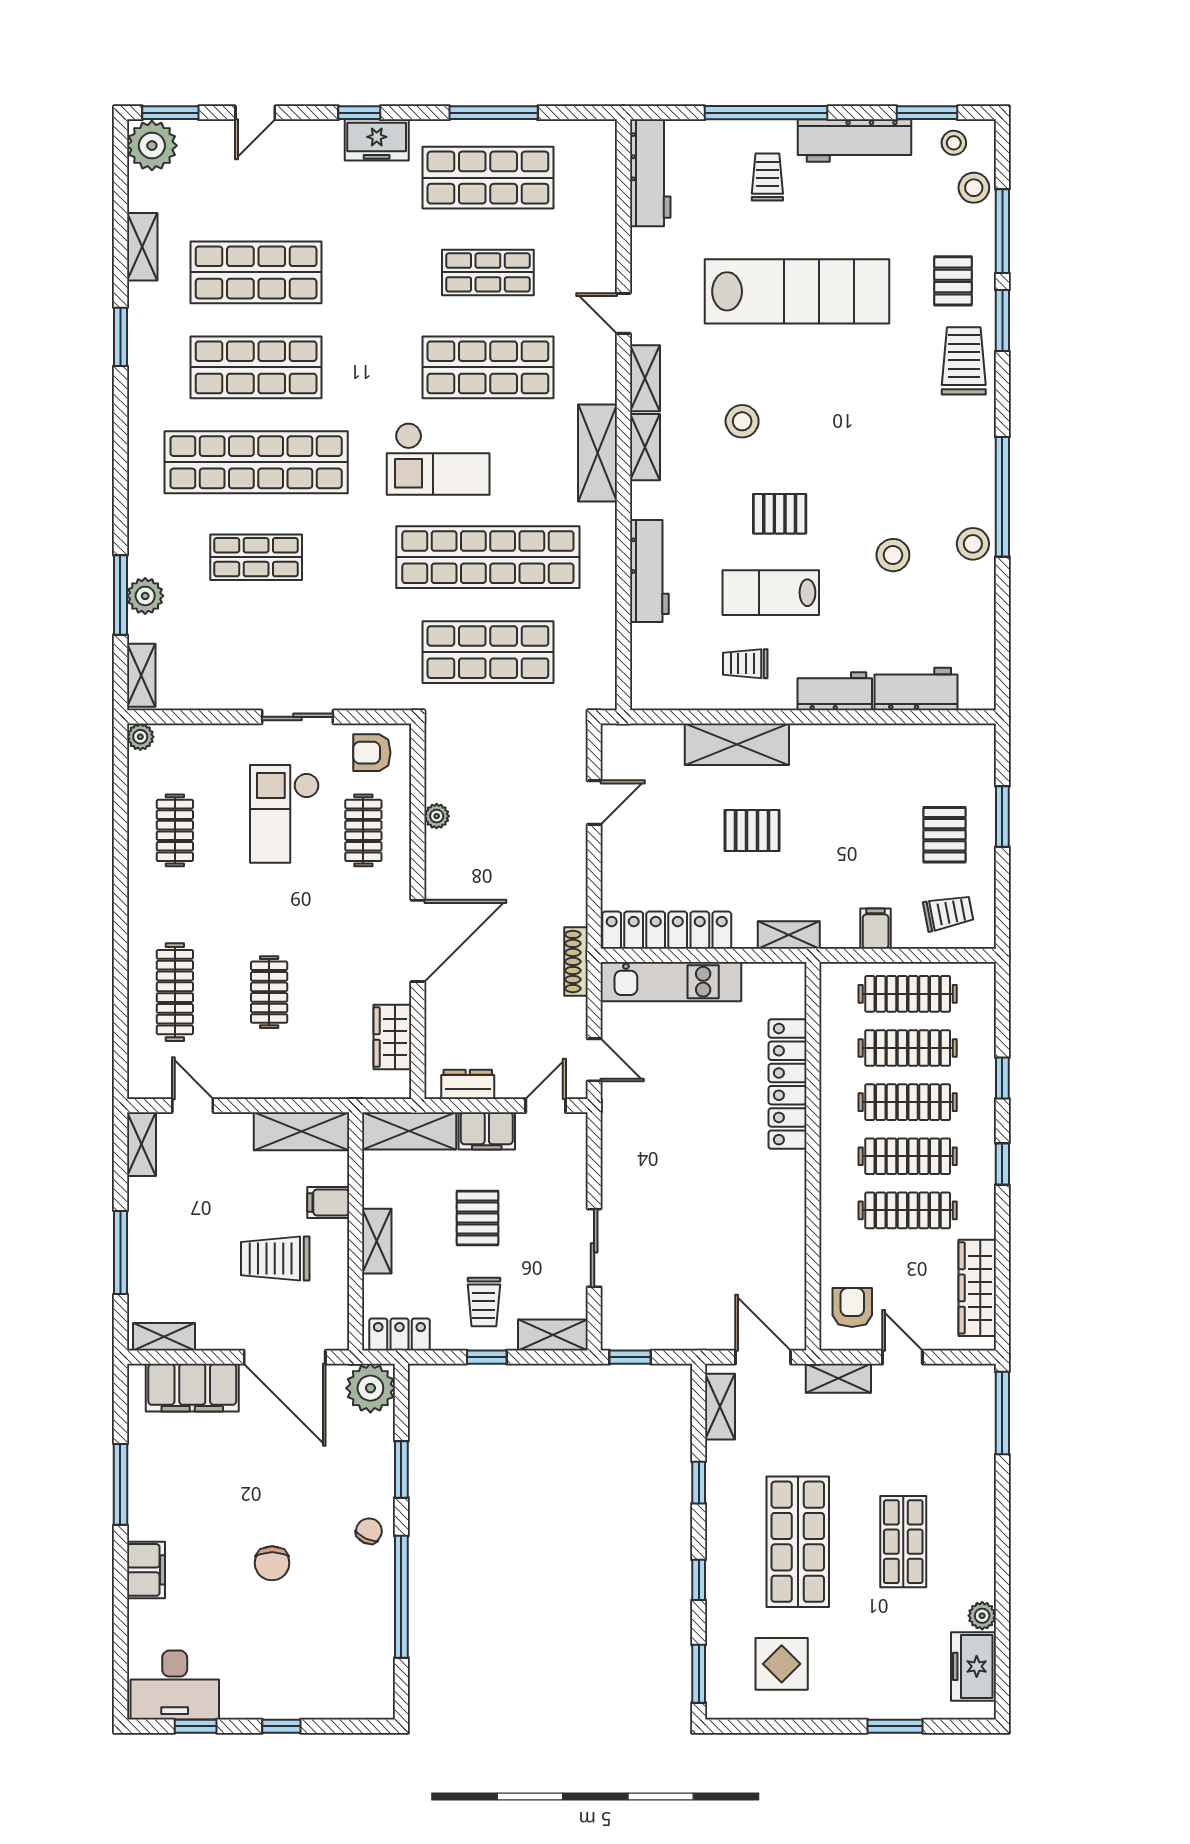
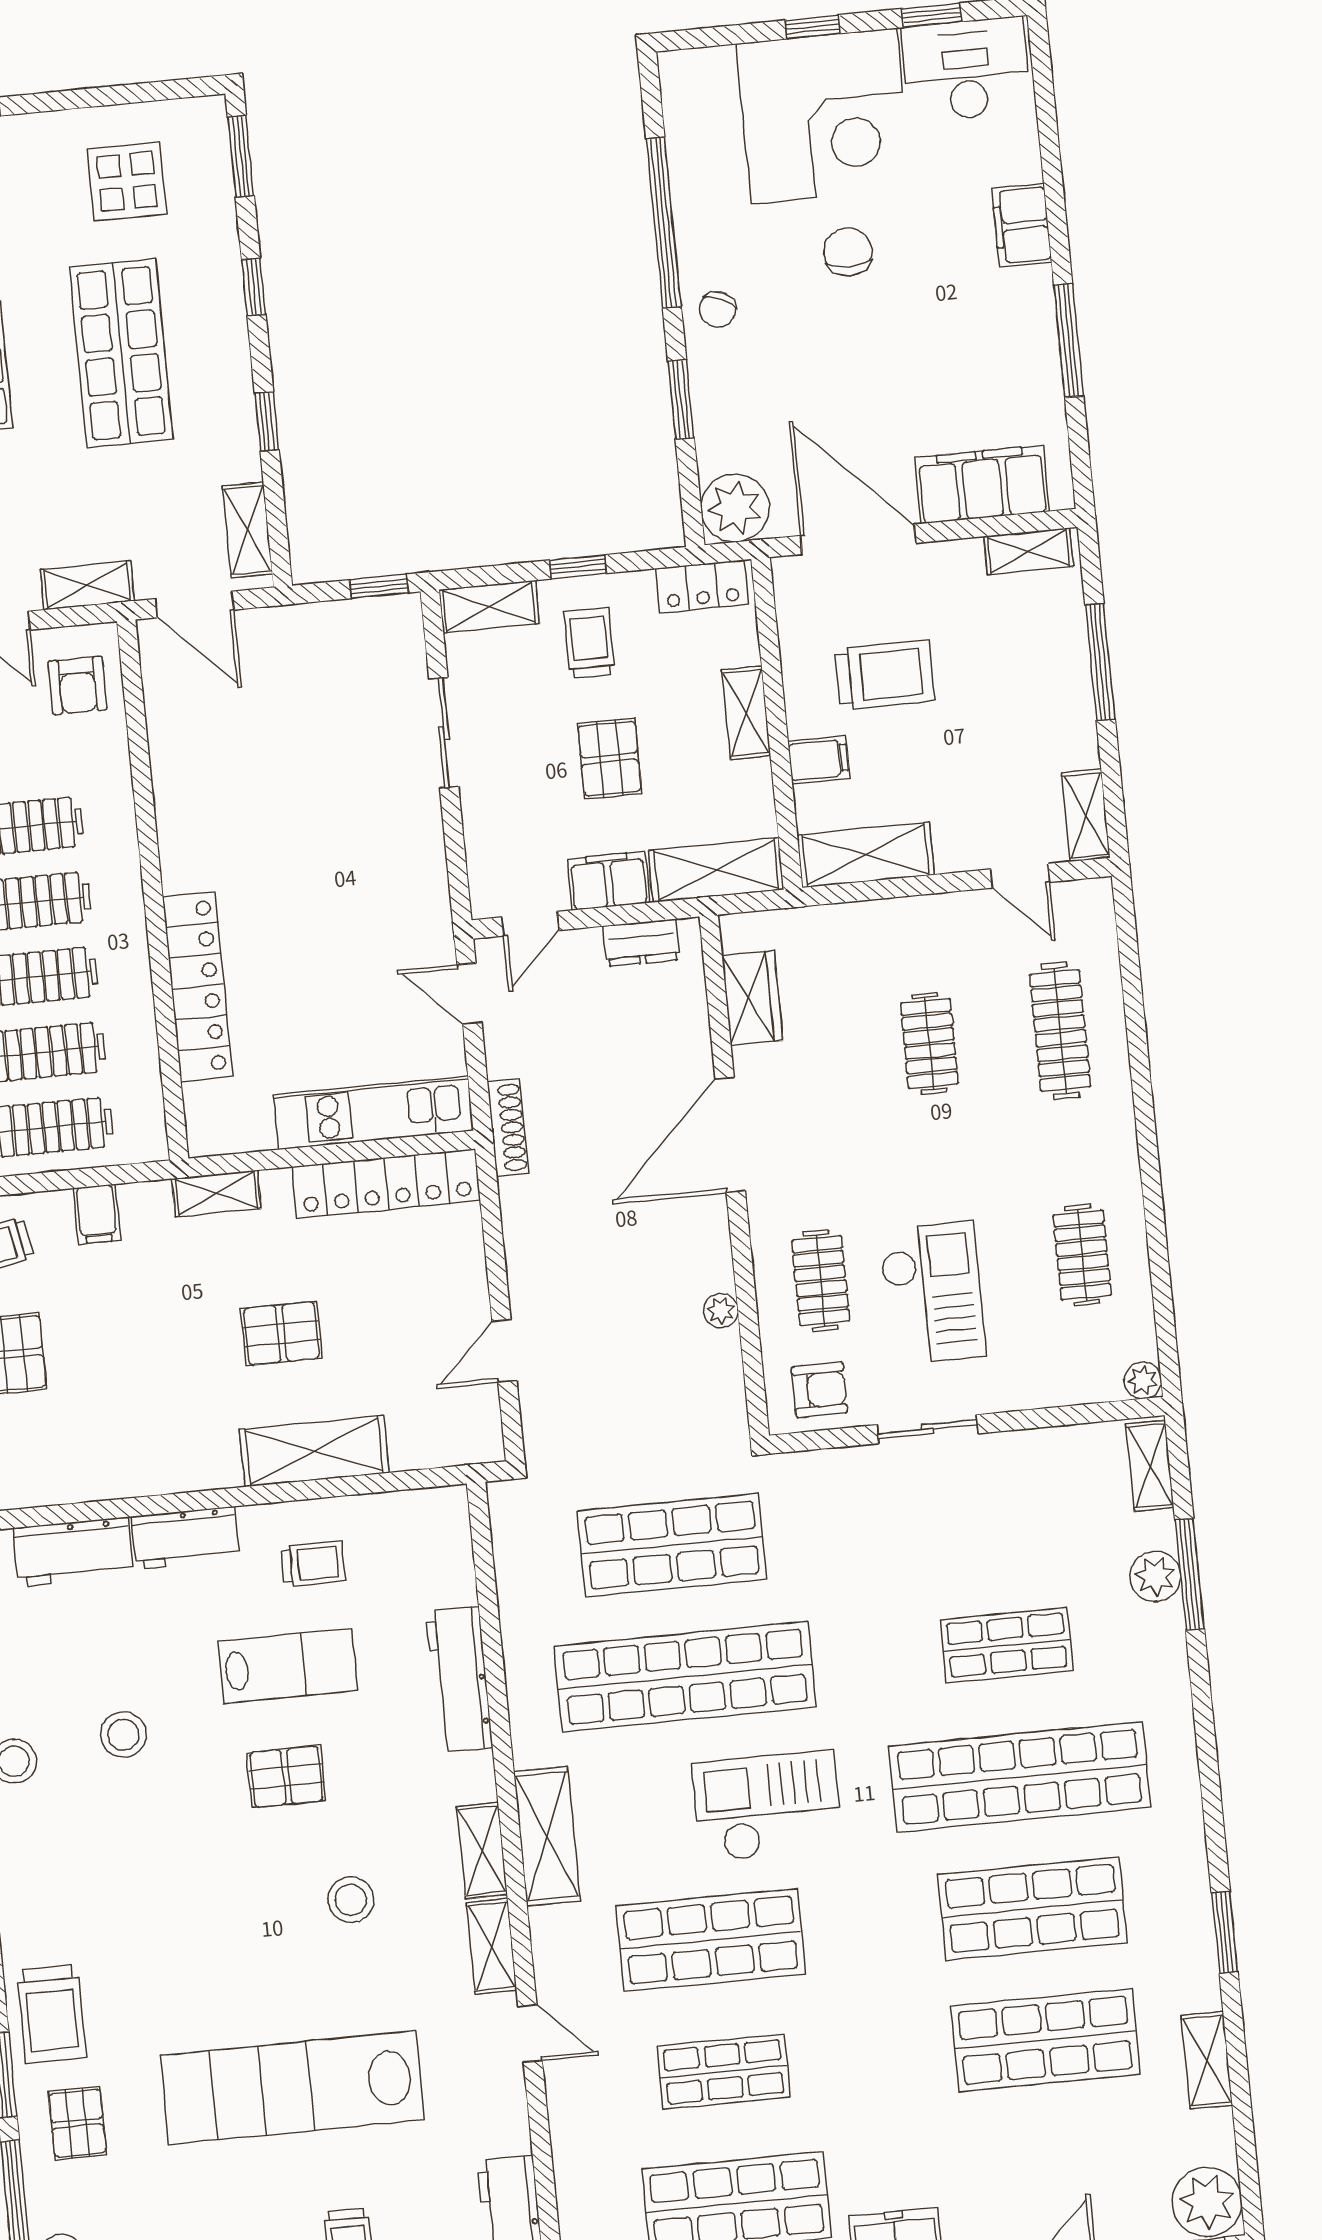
corner desk: (279, 1662) -> (824, 116), added

